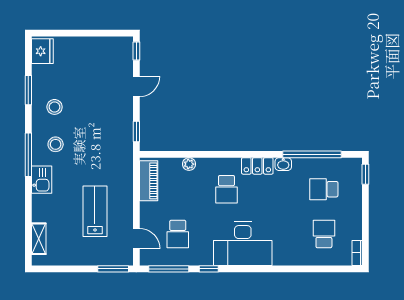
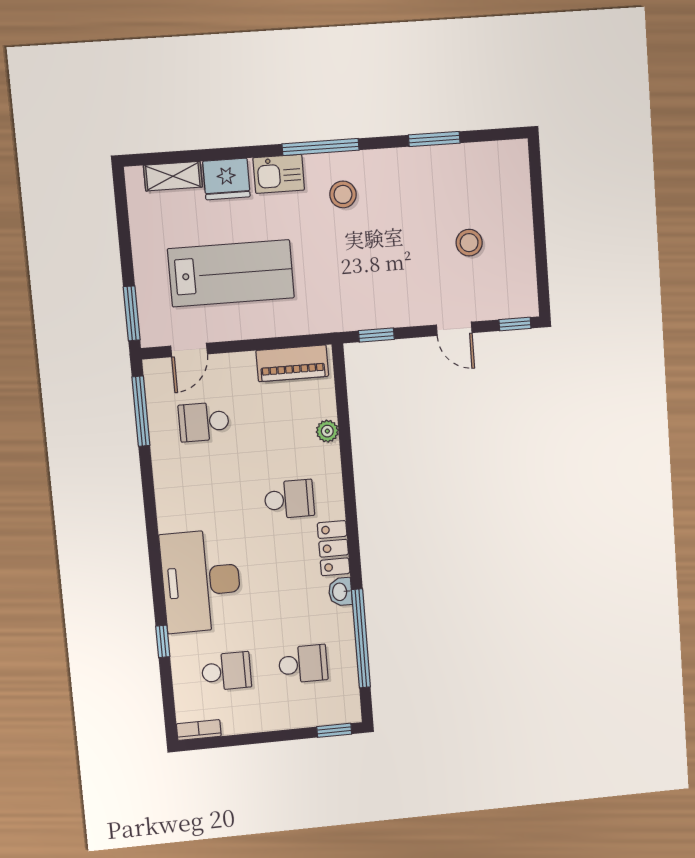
fridge: (42, 51) -> (226, 179), moved
stool: (55, 107) -> (469, 243), moved
school desk: (226, 189) -> (289, 499), turned 180
school desk: (324, 189) -> (303, 664), turned 90
lab bench: (95, 211) -> (231, 273), width x1.36, depth x1.39
desk: (243, 244) -> (201, 581), moved
window: (209, 269) -> (163, 641), moved

